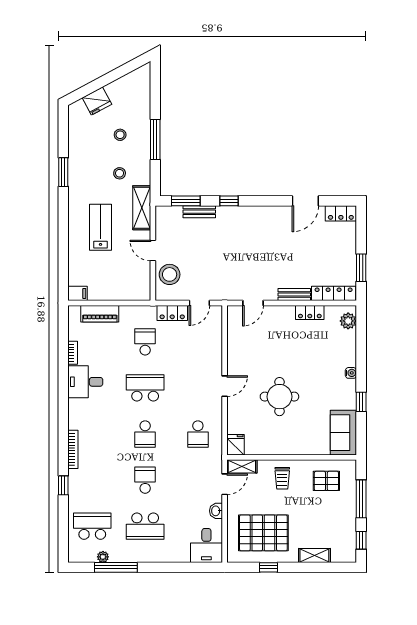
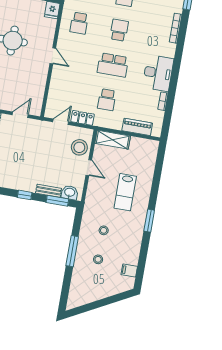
fridge: (97, 101) -> (111, 288), removed
window: (63, 172) -> (149, 221), moved
shelving: (142, 208) -> (113, 140), moved, turned 90
washbasin: (172, 214) -> (70, 193), added
filing cabinet: (78, 293) -> (129, 270), moved
desk: (85, 382) -> (158, 73), width x1.37
door: (225, 386) -> (53, 56), swing flipped
school desk: (198, 434) -> (79, 23), turned 180

